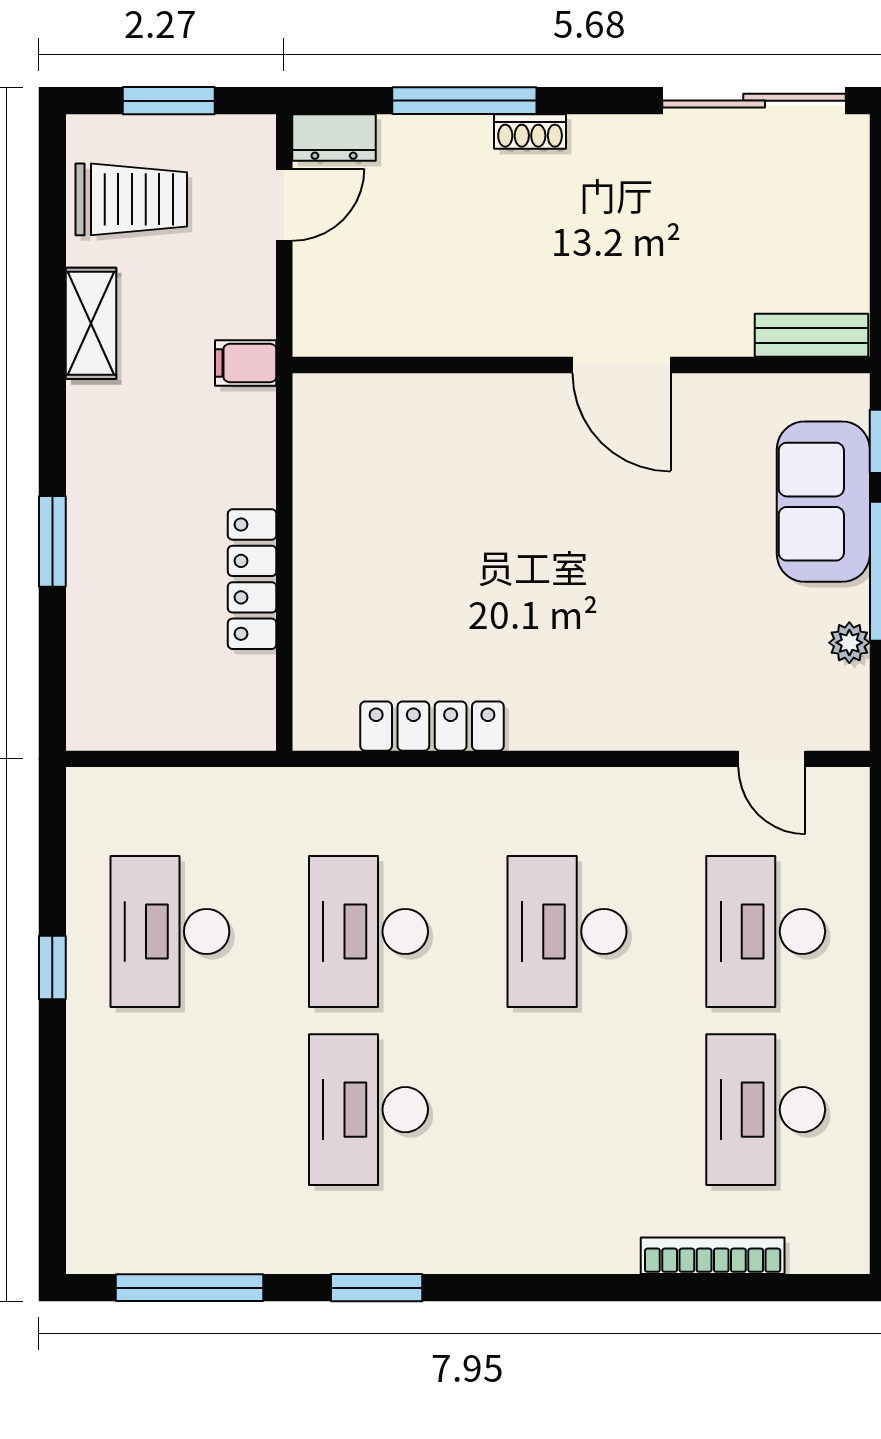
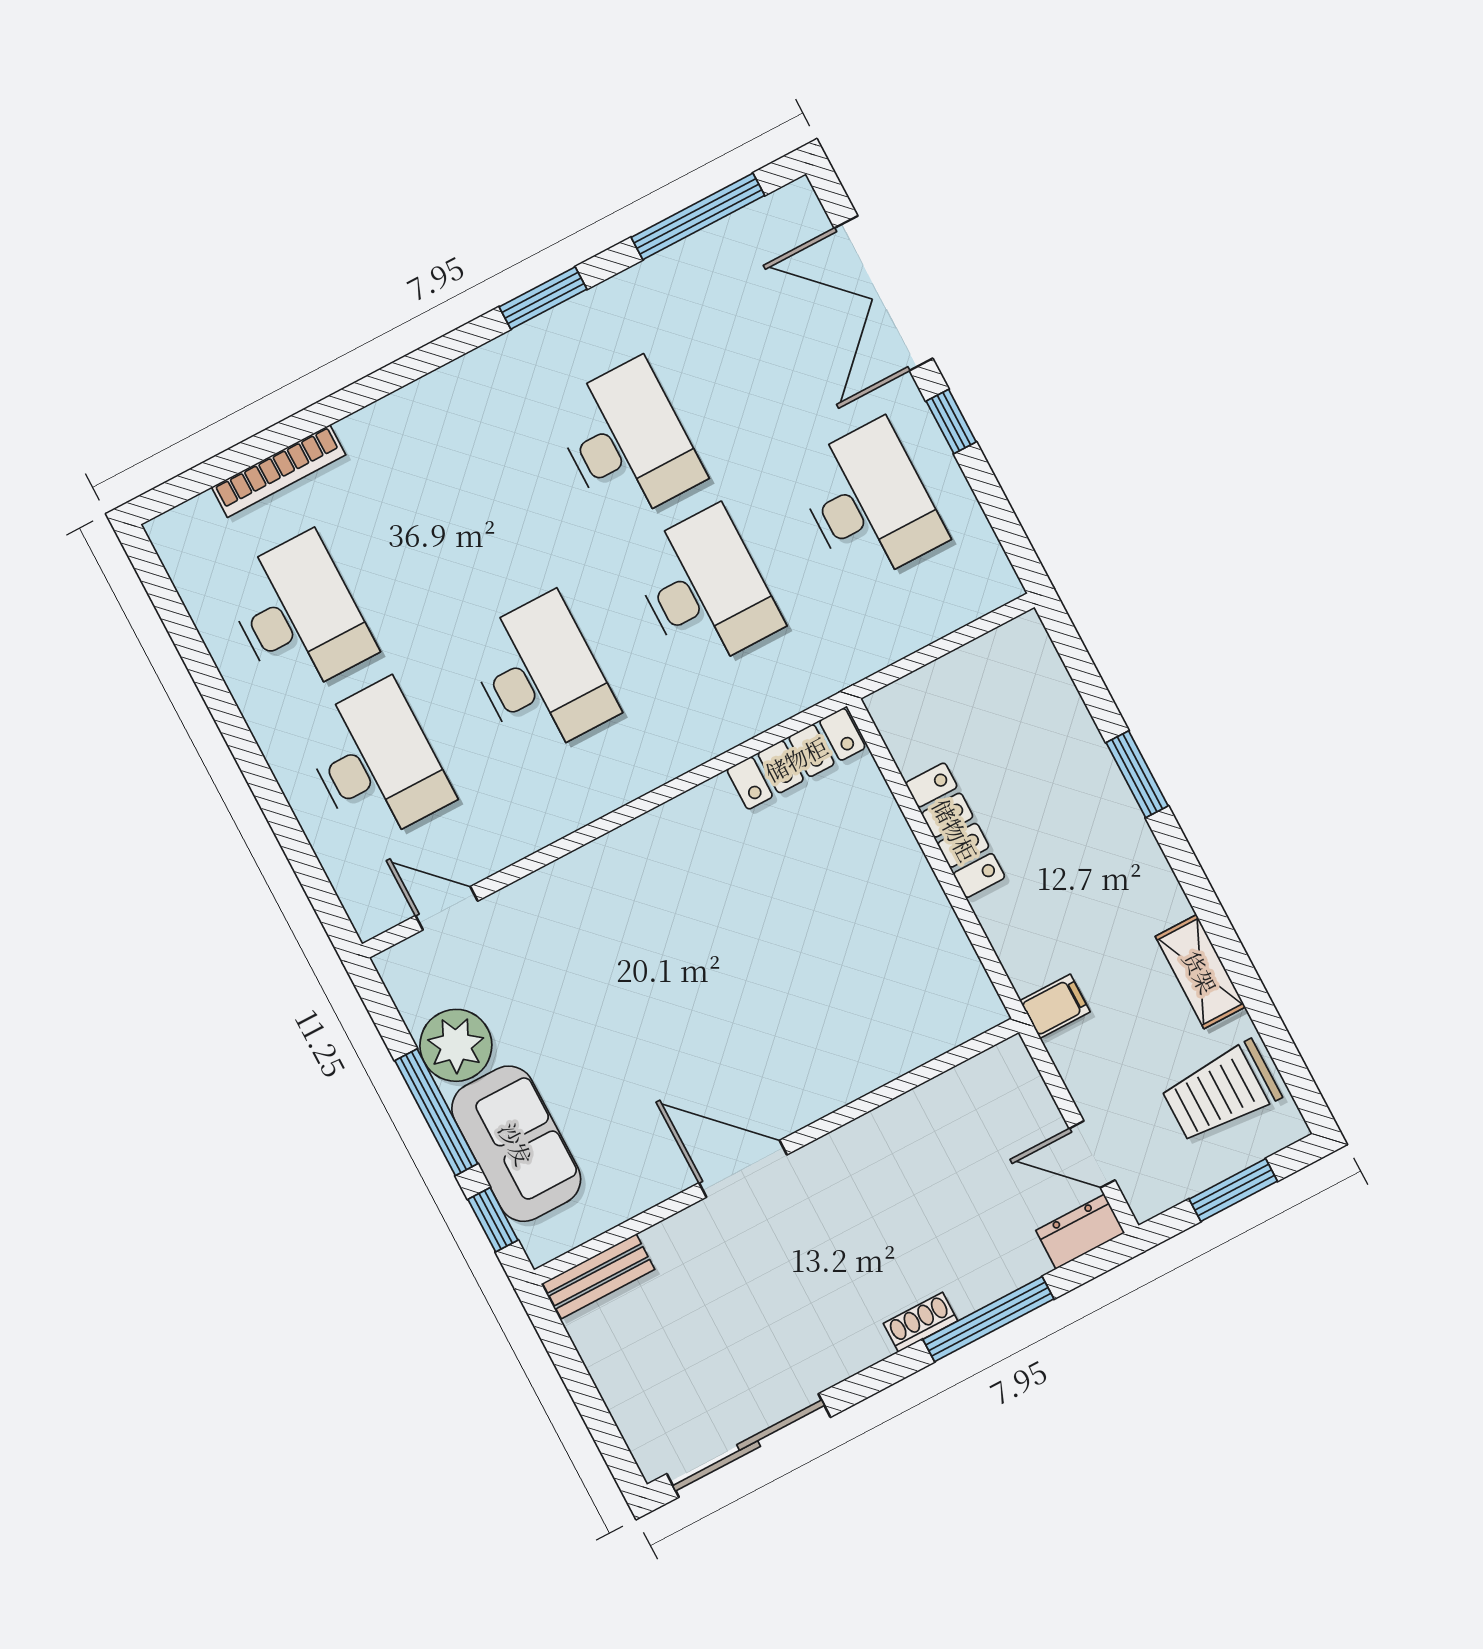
door: (284, 205) -> (1092, 1154), hinge flipped
plant: (849, 643) -> (456, 1045), width x1.87, depth x1.87
locker: (432, 726) -> (796, 759), moved
double door: (52, 1122) -> (884, 293), added

